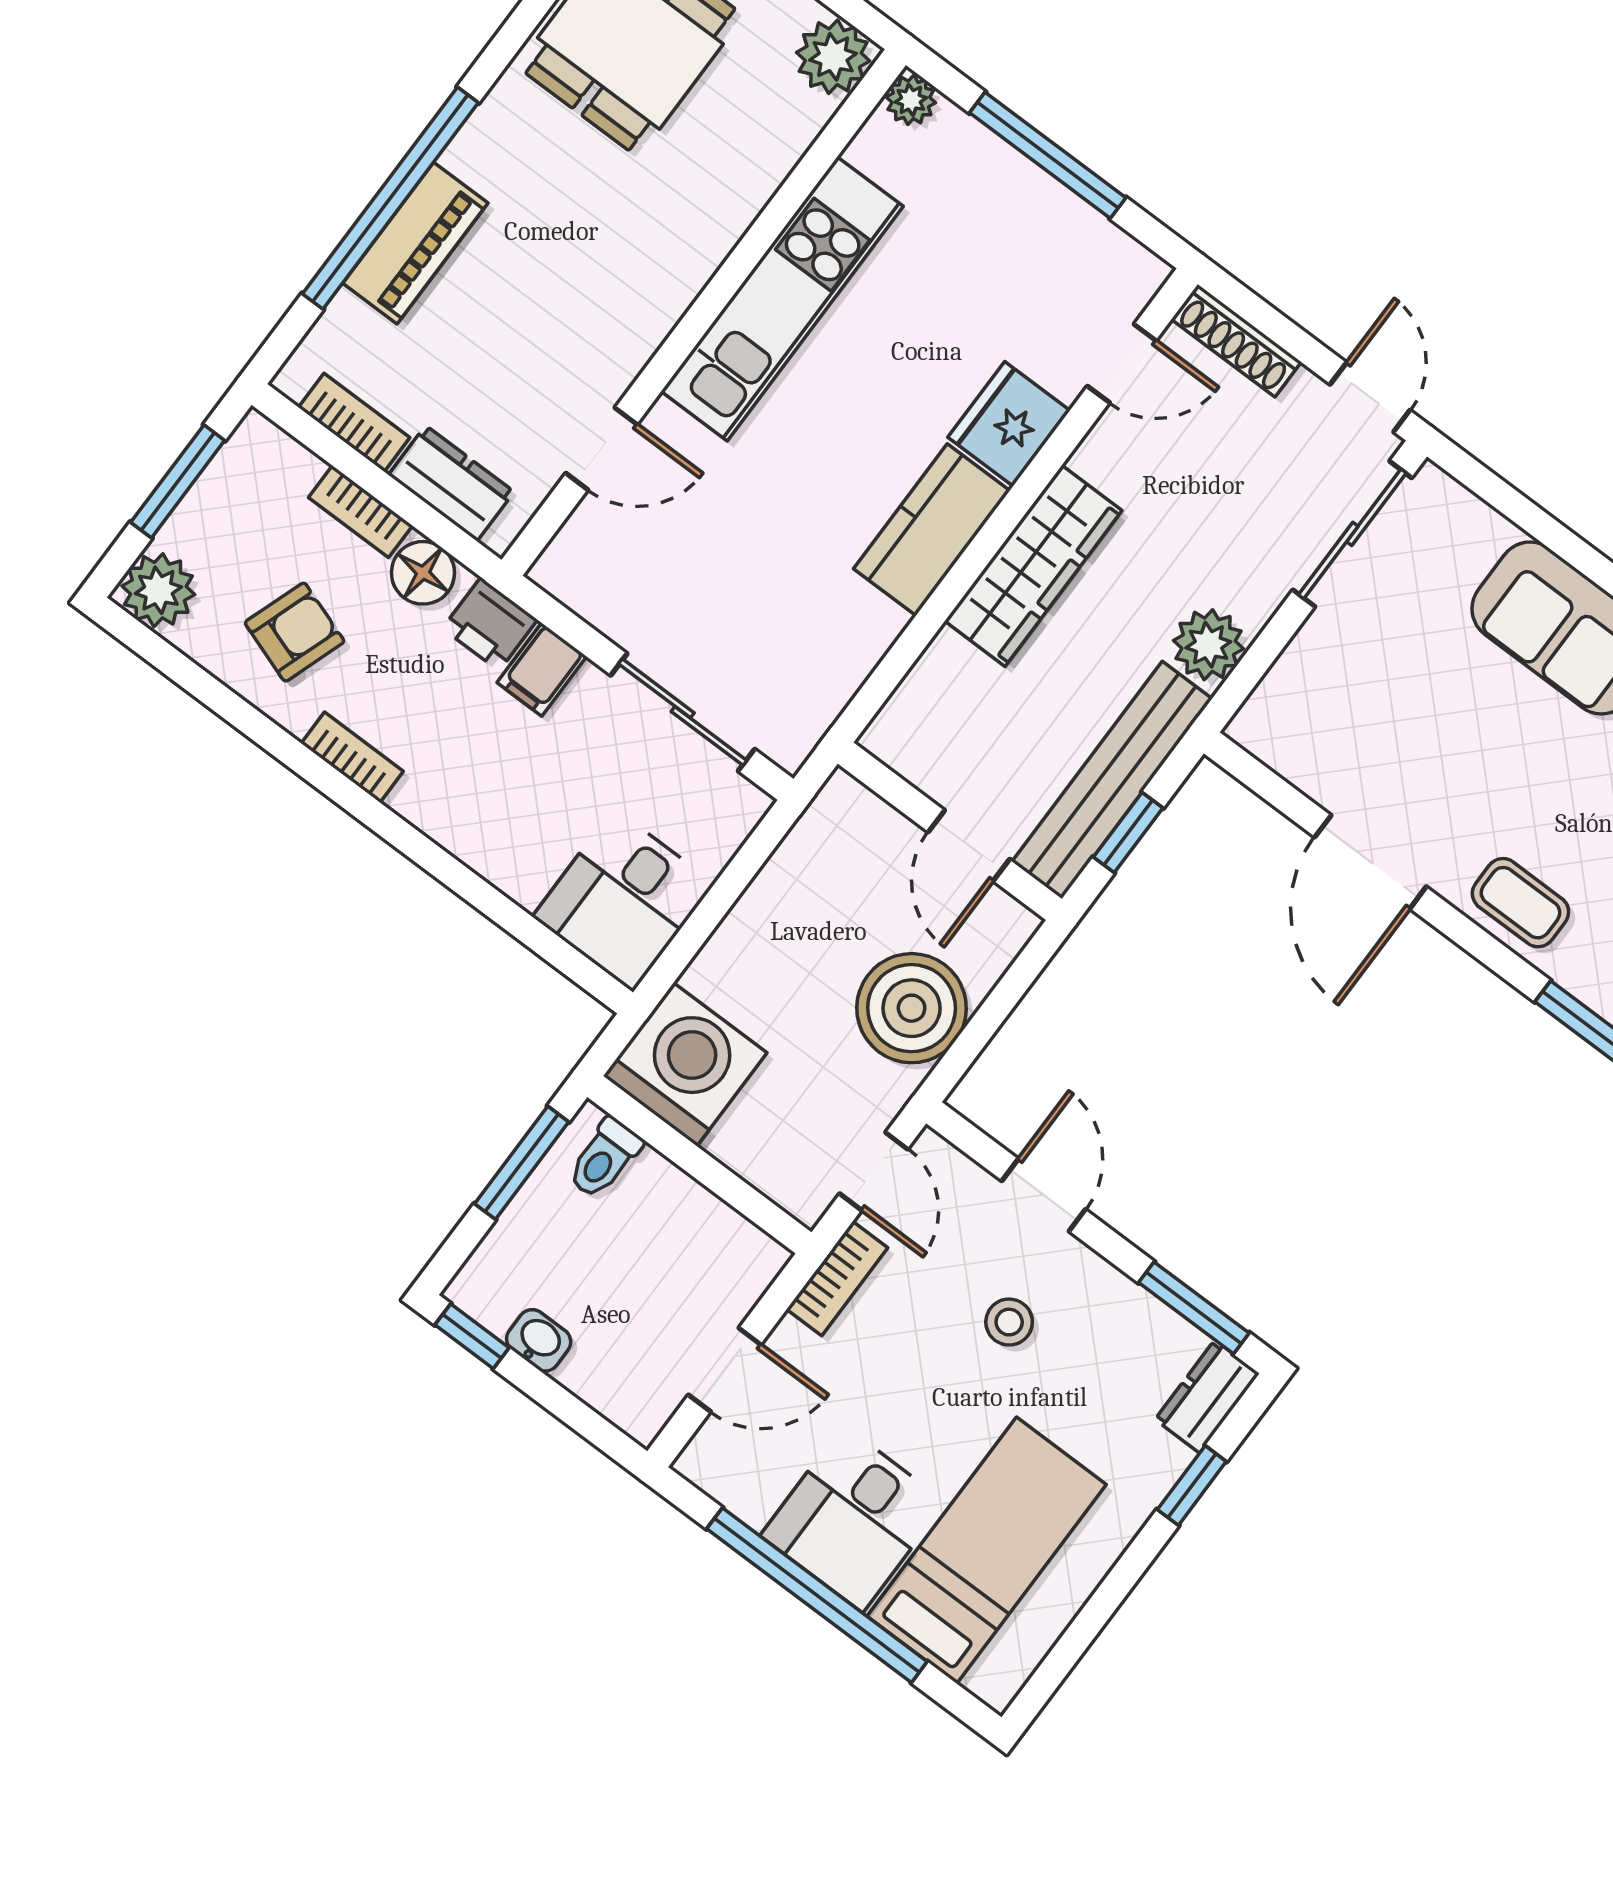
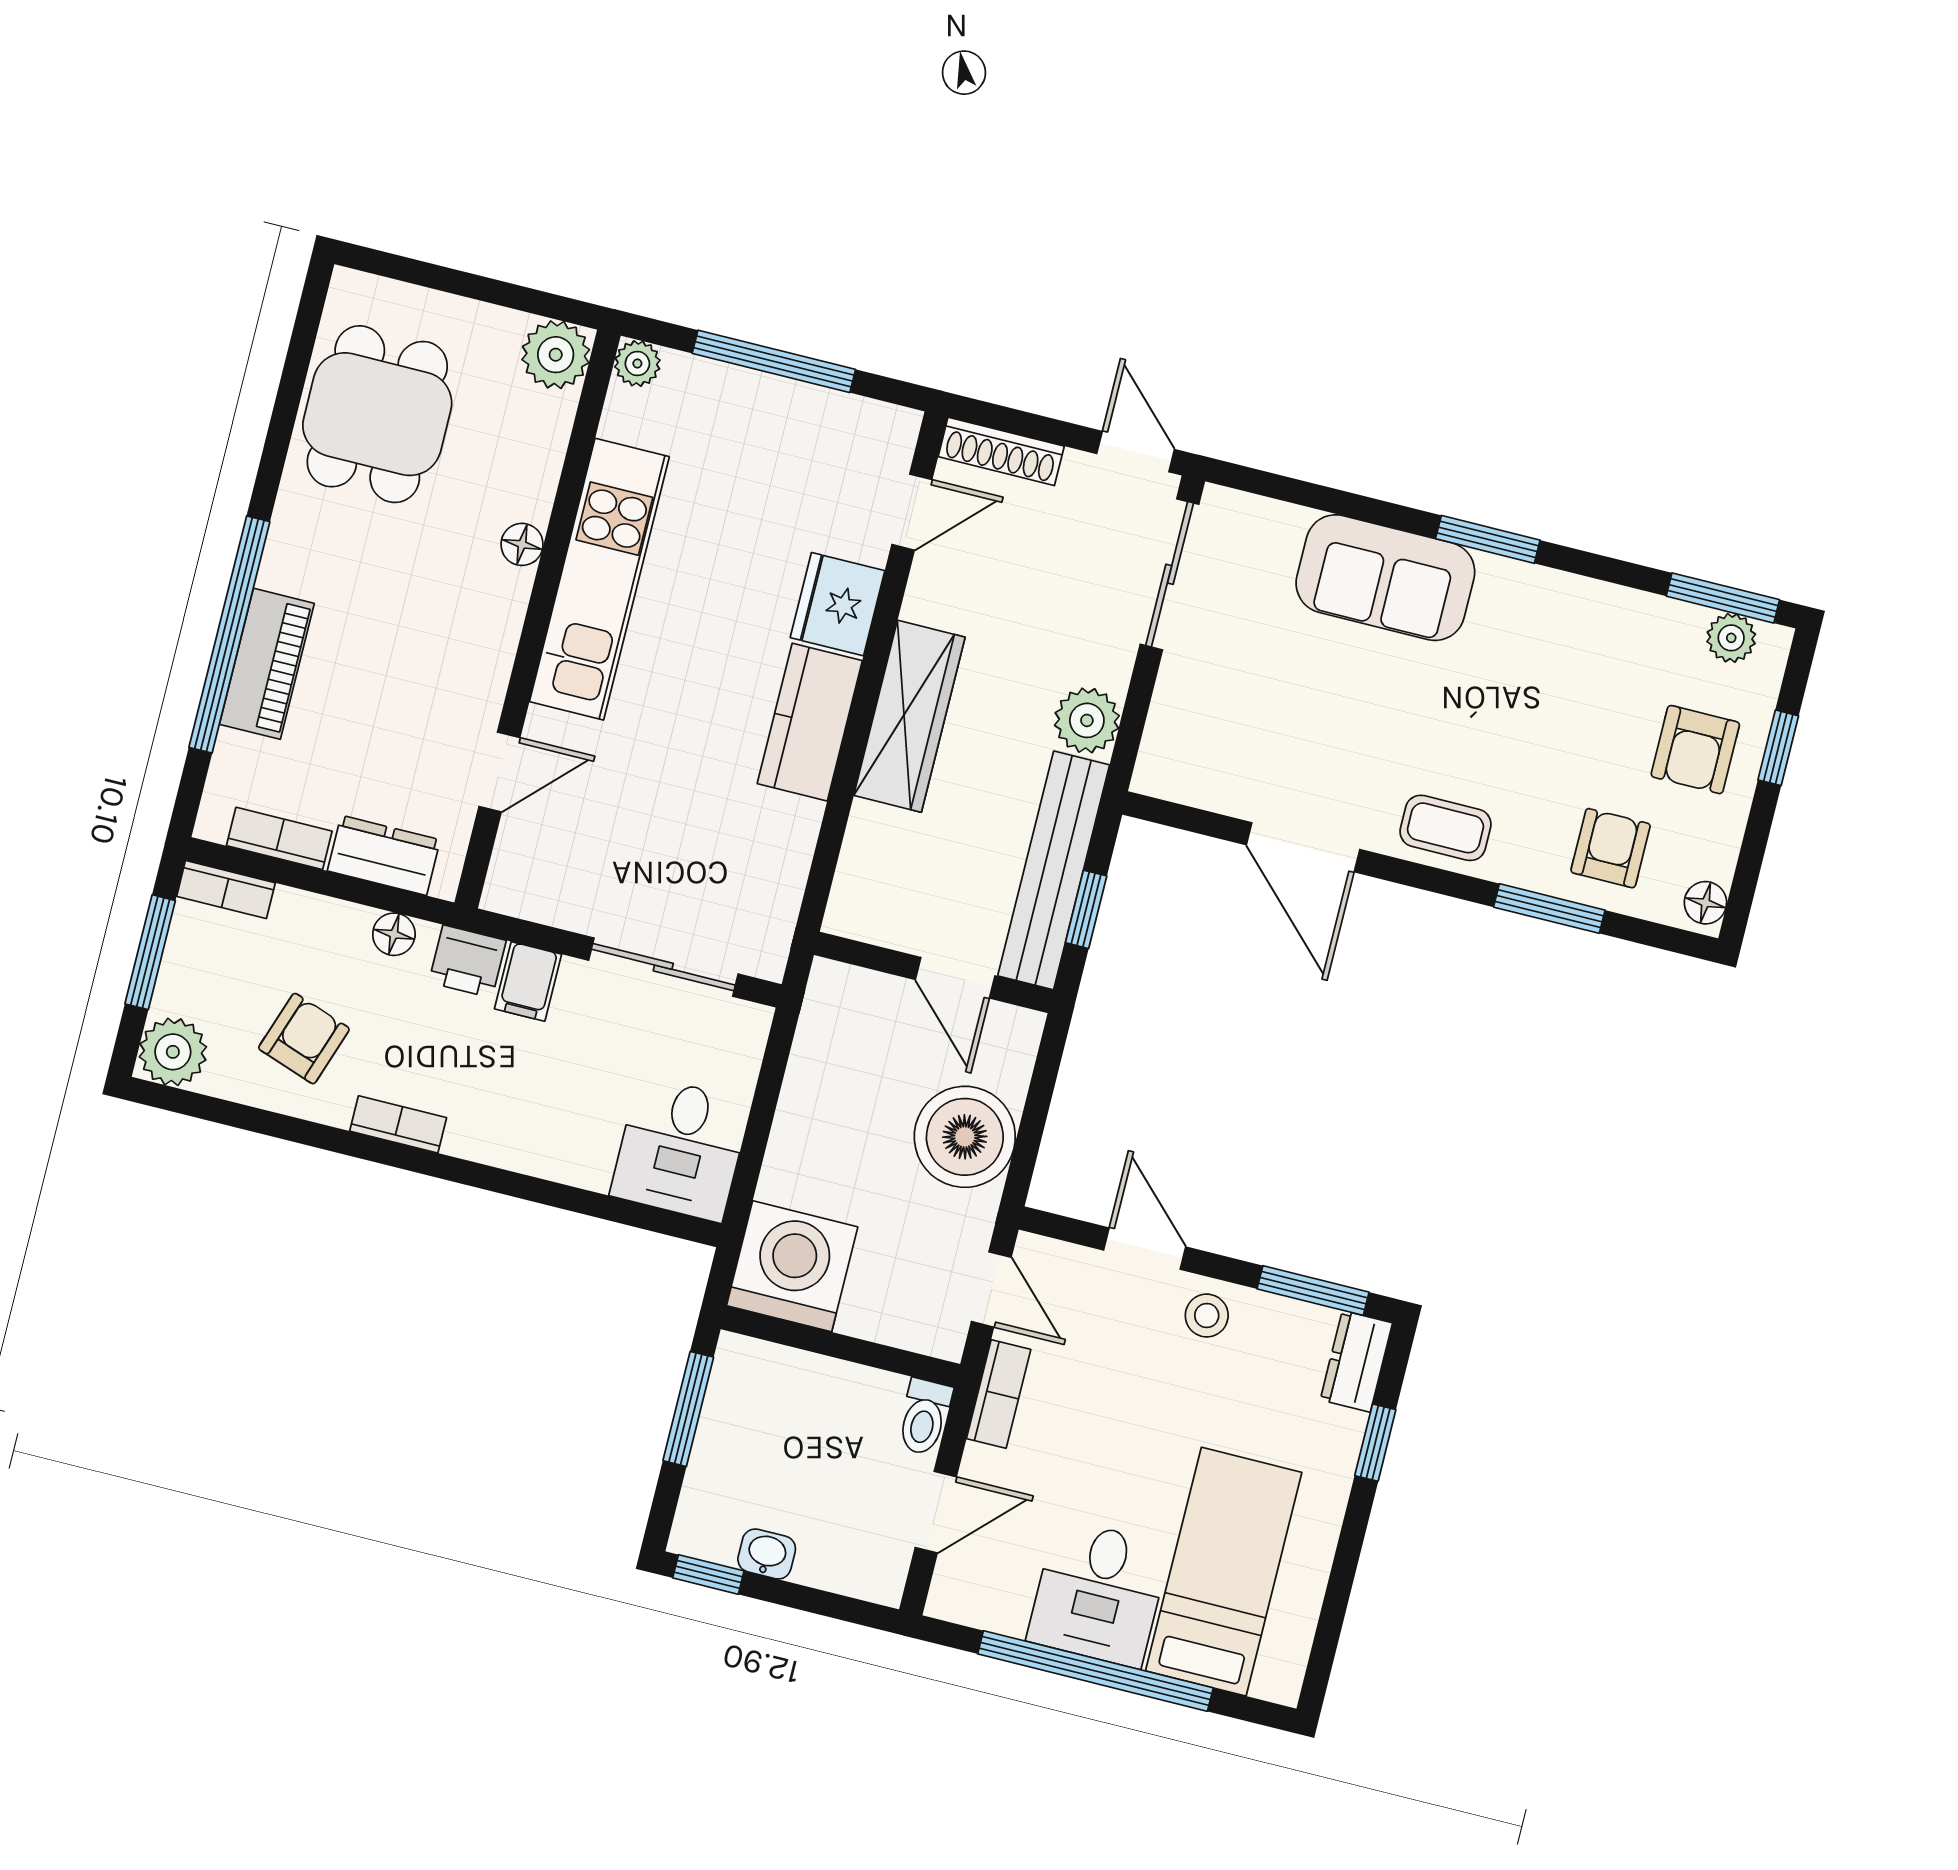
floor lamp: (720, 232) -> (522, 544), added
bookcase: (360, 512) -> (226, 890), moved
floor lamp: (423, 573) -> (394, 934), width x0.73, depth x0.73
toilet: (604, 1158) -> (924, 1417), moved
stool: (1009, 1322) -> (1207, 1316), moved

